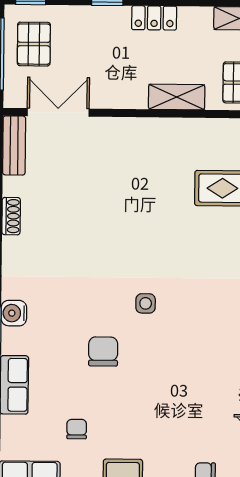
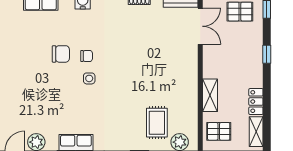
locker: (154, 18) -> (256, 102), moved
chair: (77, 429) -> (87, 56), moved

